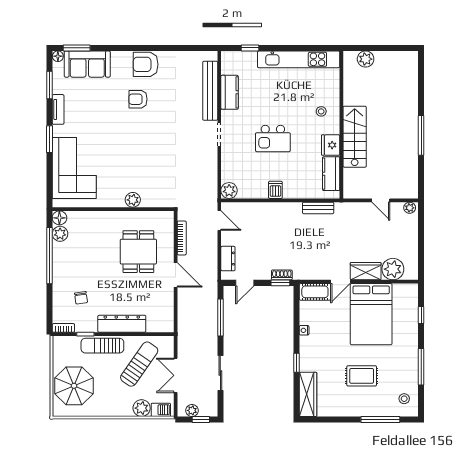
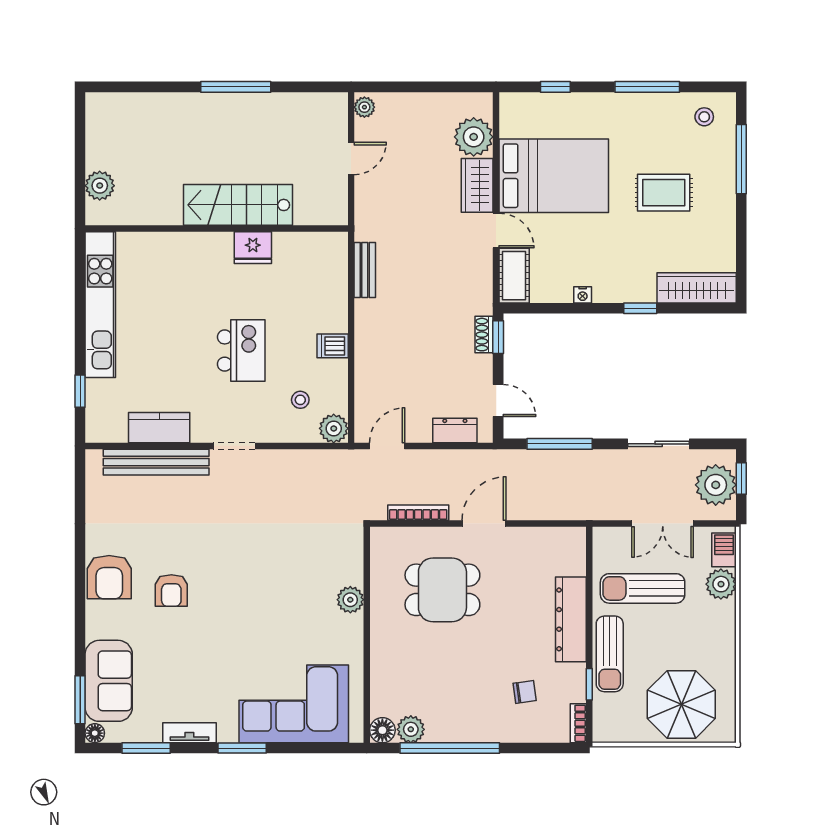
stool: (321, 111) -> (300, 400), moved
kitchen counter: (331, 174) -> (304, 247), removed
sun lounger: (139, 364) -> (643, 588), turned -35
rug: (362, 376) -> (664, 193), turned 90
plant: (192, 410) -> (716, 485), width x1.87, depth x1.87

